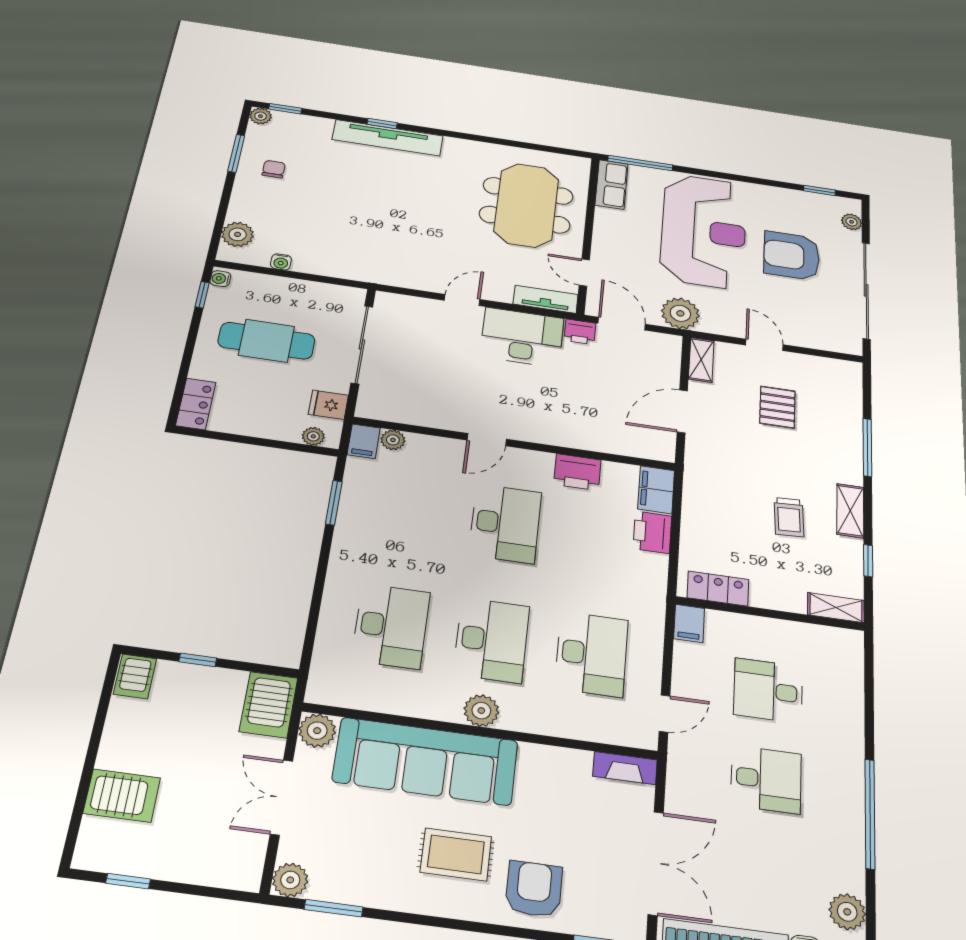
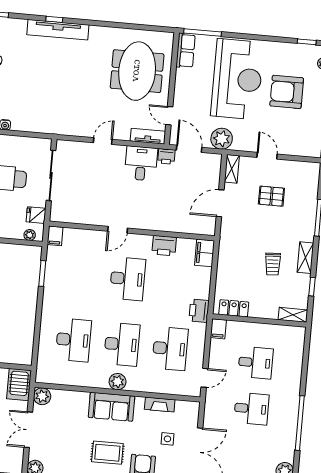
desk: (522, 337) -> (141, 163), width x0.73
pallet: (777, 407) -> (271, 196), turned 90
plant: (393, 440) -> (70, 234), removed
printer: (652, 532) -> (199, 311), moved
desk: (768, 691) -> (256, 363), turned 180
sofa: (426, 761) -> (112, 407), width x0.54, depth x0.79
fireplace: (625, 768) -> (160, 405), moved
side table: (589, 832) -> (167, 439), added

